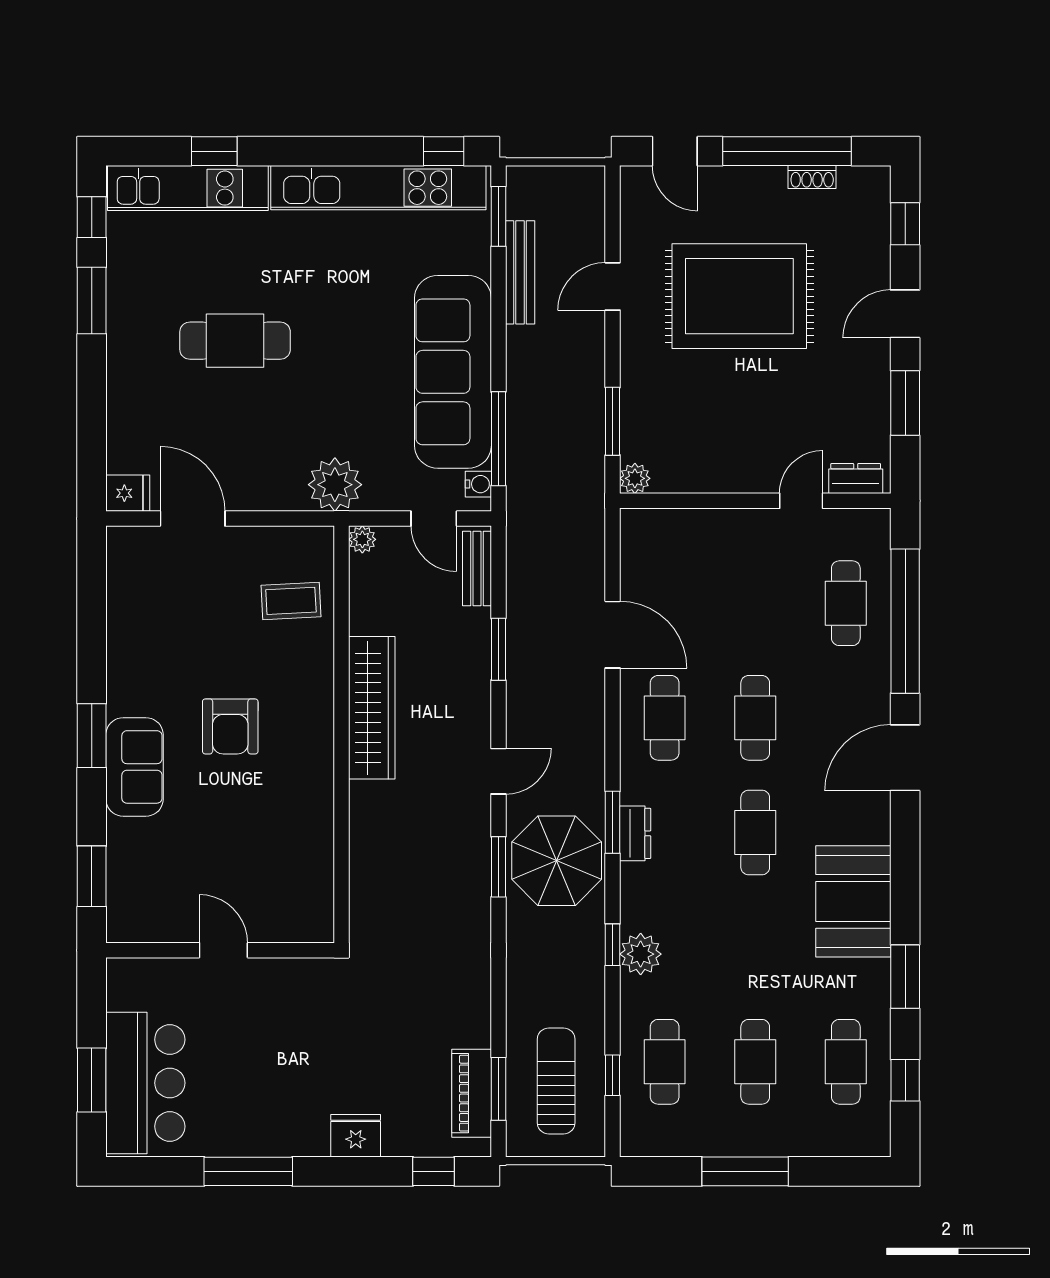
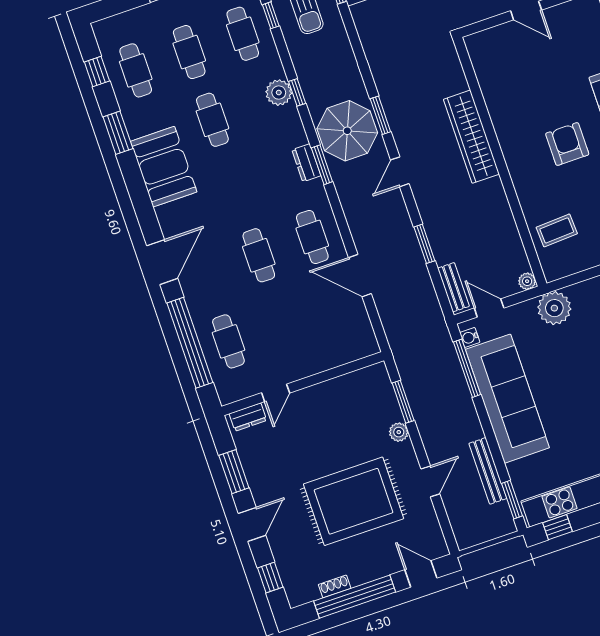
plant: (635, 478) -> (399, 432), moved
wardrobe: (372, 708) -> (471, 137), moved
cafe table: (755, 832) -> (212, 120), moved

